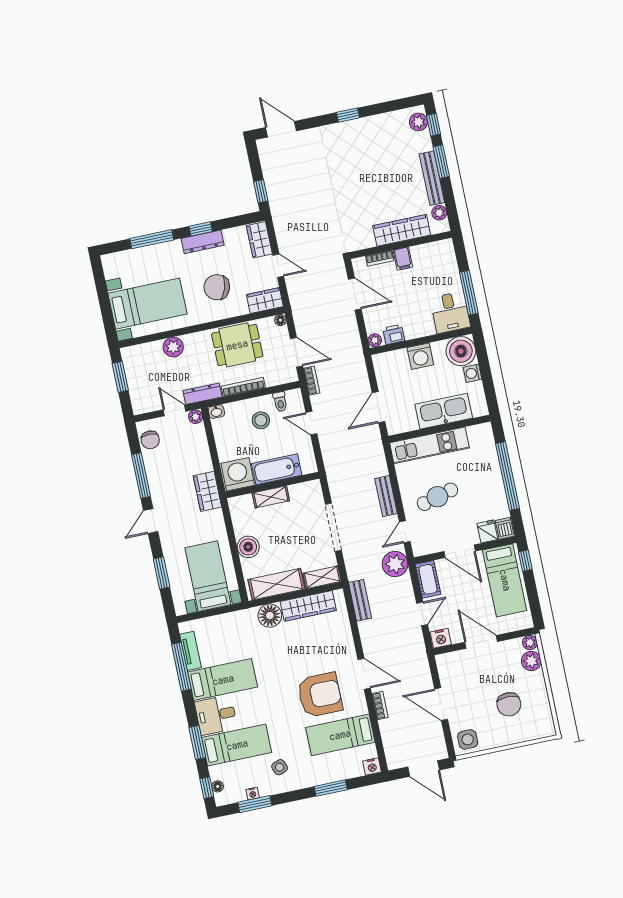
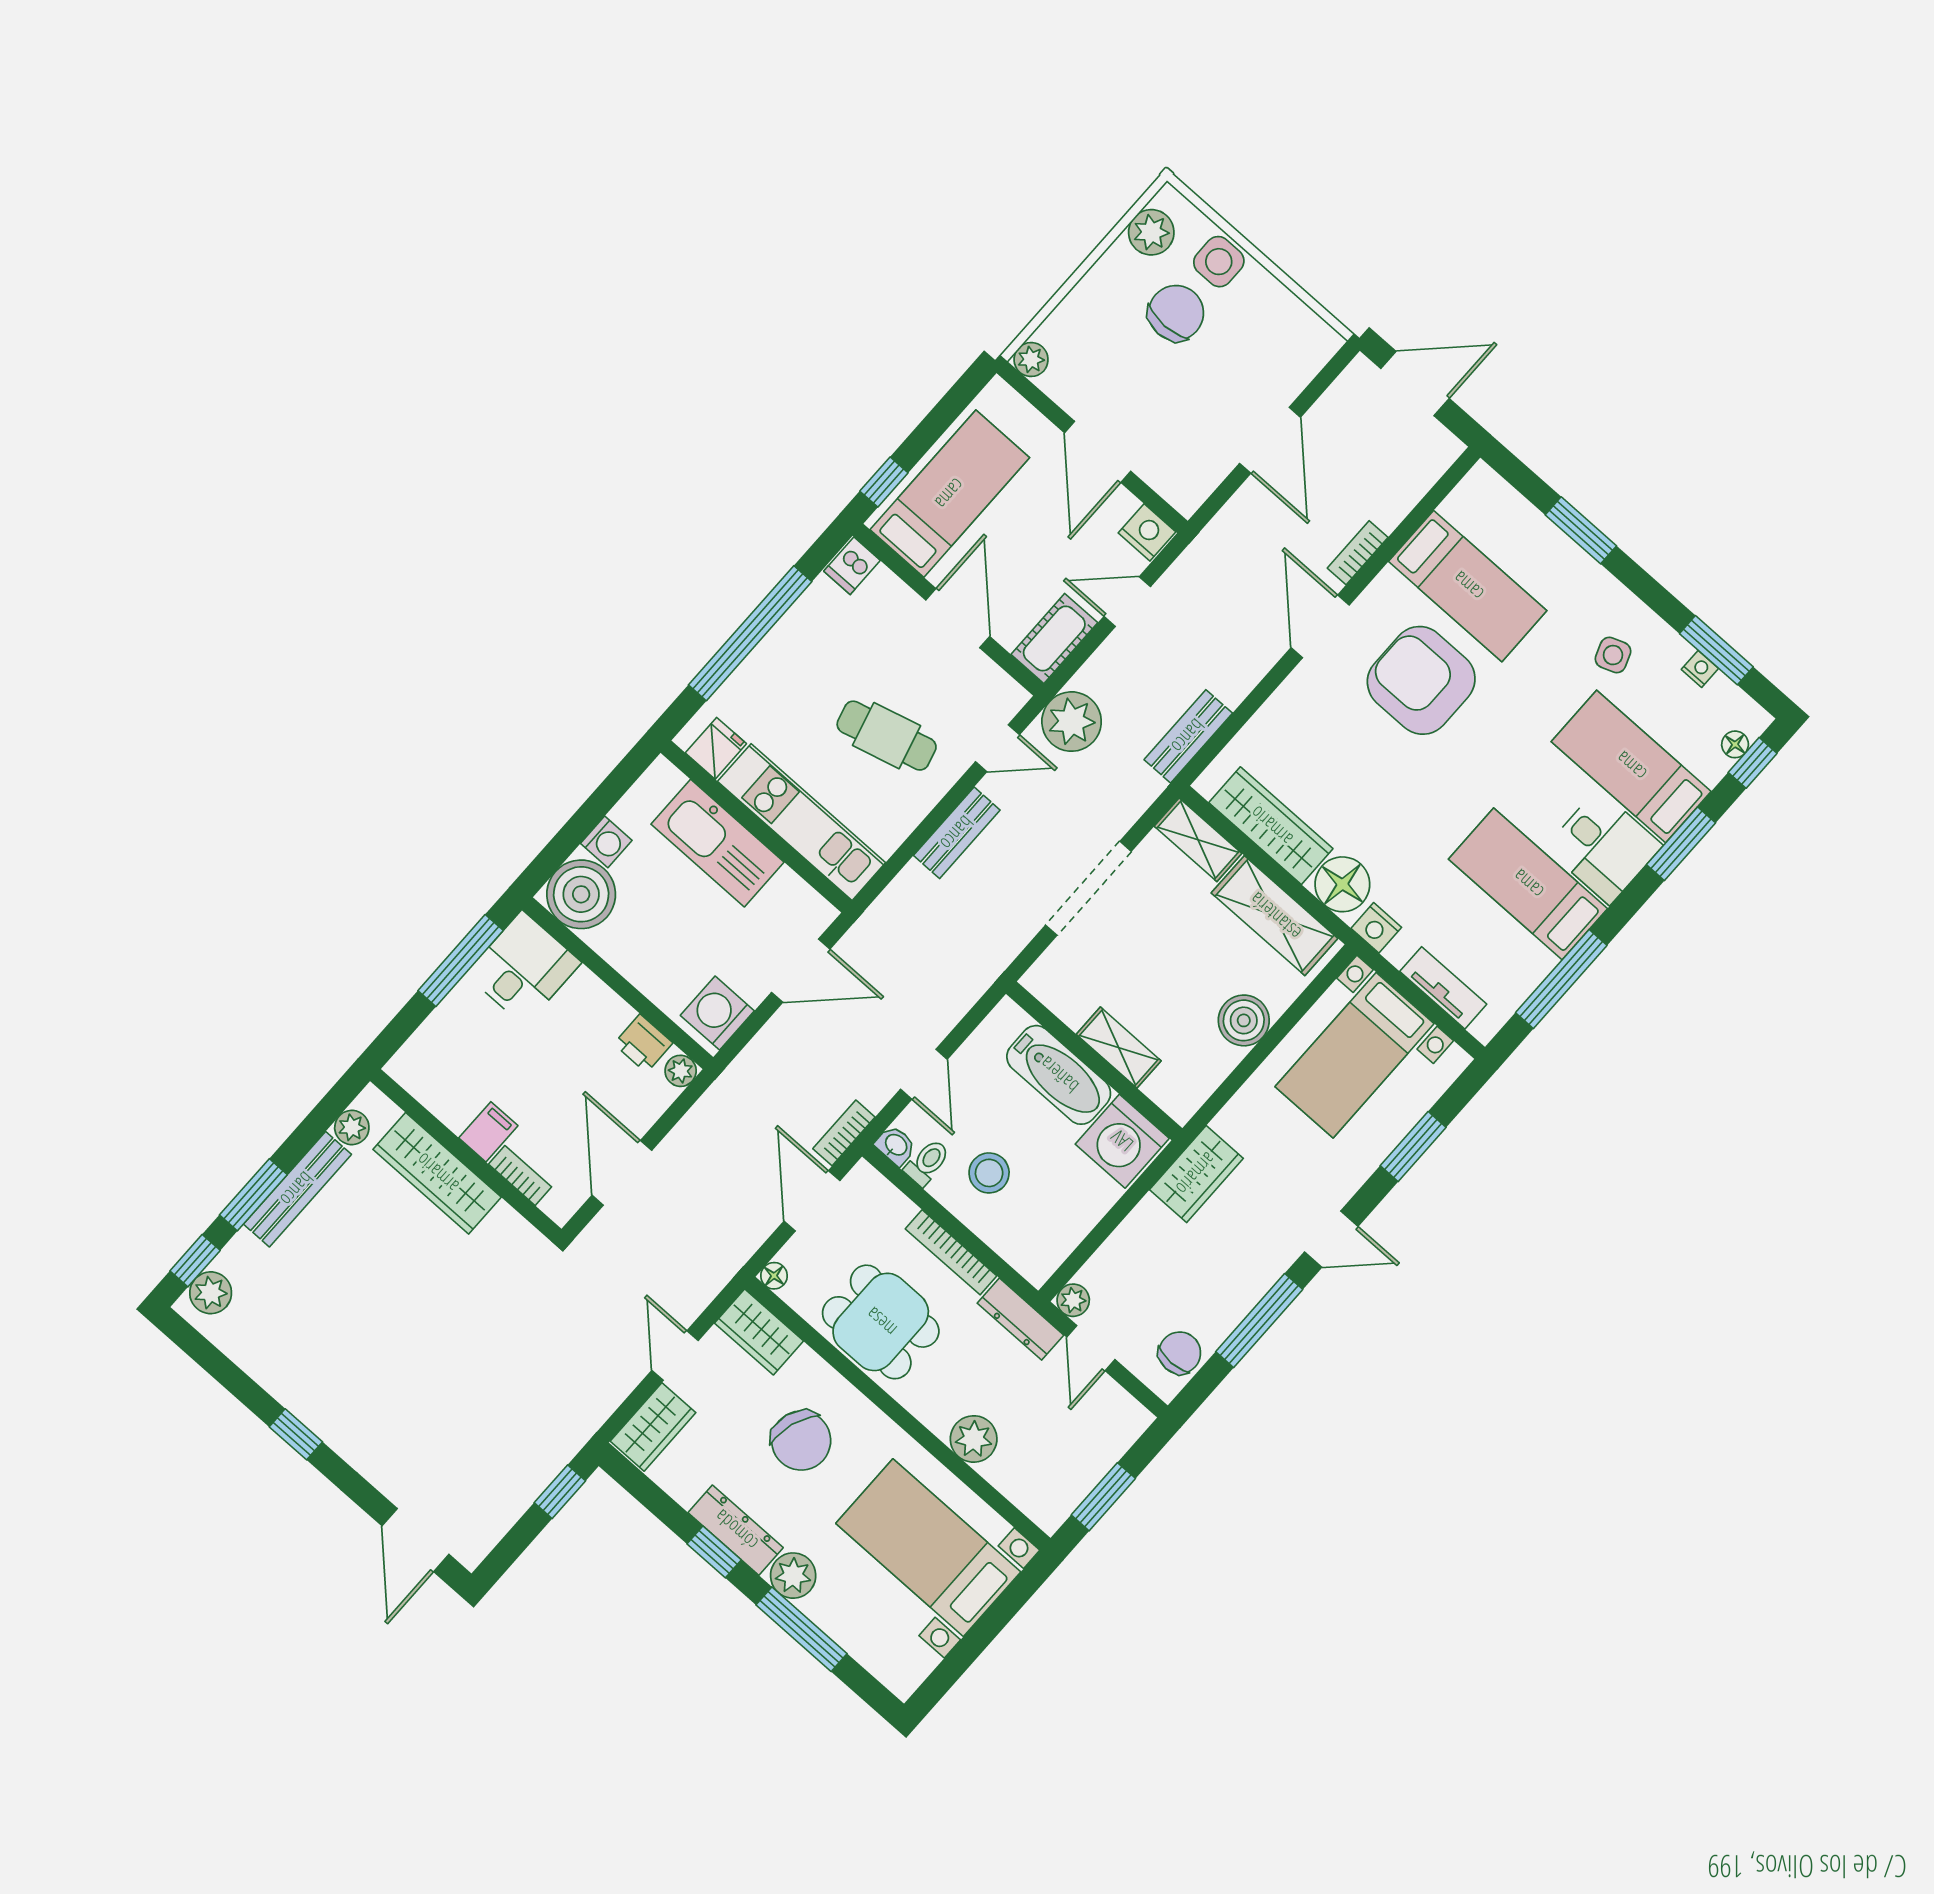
plant: (172, 250) -> (793, 1576), added
washing machine: (420, 356) -> (717, 1013), moved, turned -90
washbasin: (216, 412) -> (896, 1145), moved
fridge: (487, 531) -> (716, 748), moved, turned 180
tv unit: (191, 651) -> (1443, 988), moved, turned 90
plant: (531, 661) -> (1151, 232), moved
side table: (468, 739) -> (1219, 262), moved
nightstand: (372, 766) -> (1376, 928), moved, turned 180
door: (424, 768) -> (1415, 384), hinge flipped

